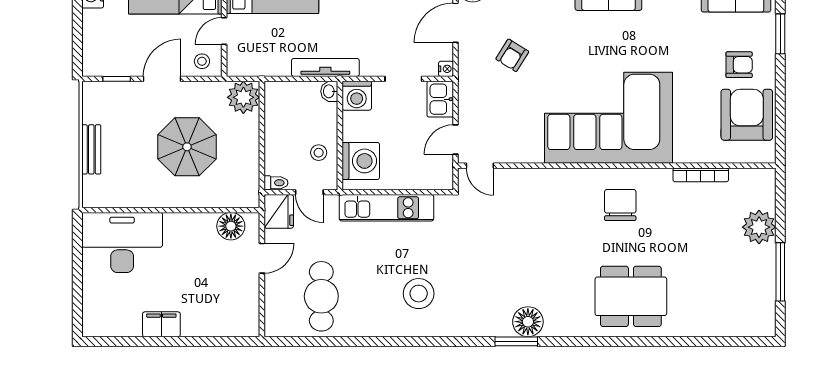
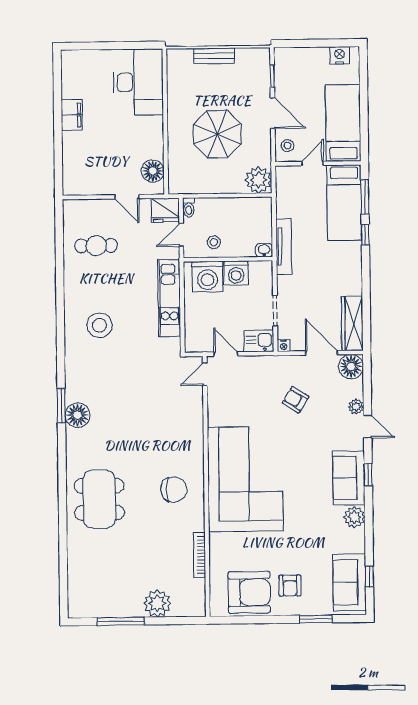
door: (224, 31) -> (312, 163), hinge flipped
washing machine: (357, 96) -> (236, 273), moved, turned -90
cafe table: (321, 296) -> (96, 246), width x0.73, depth x0.74

